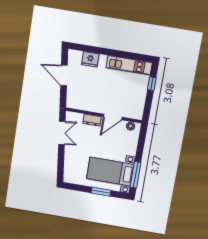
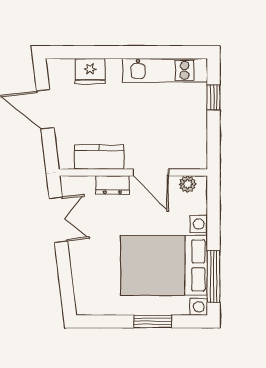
kitchen counter: (88, 105) -> (99, 157), added
door: (113, 117) -> (151, 172), hinge flipped
bed with nightstands: (110, 171) -> (164, 265), width x1.36

